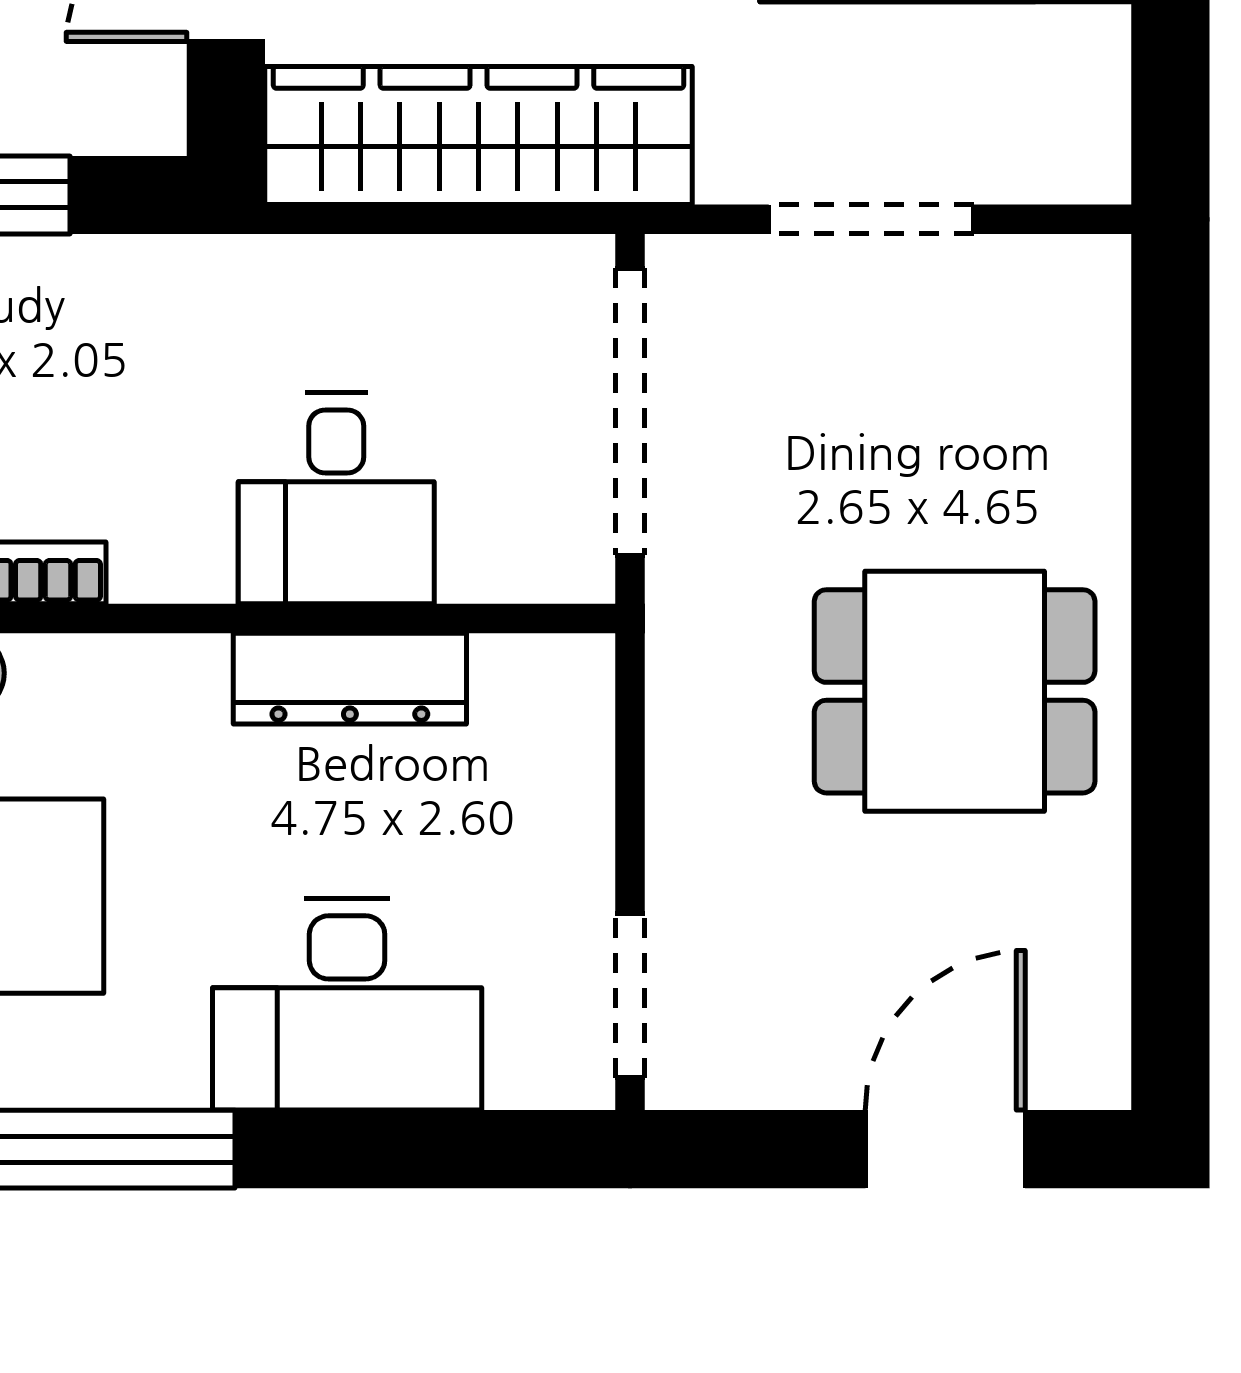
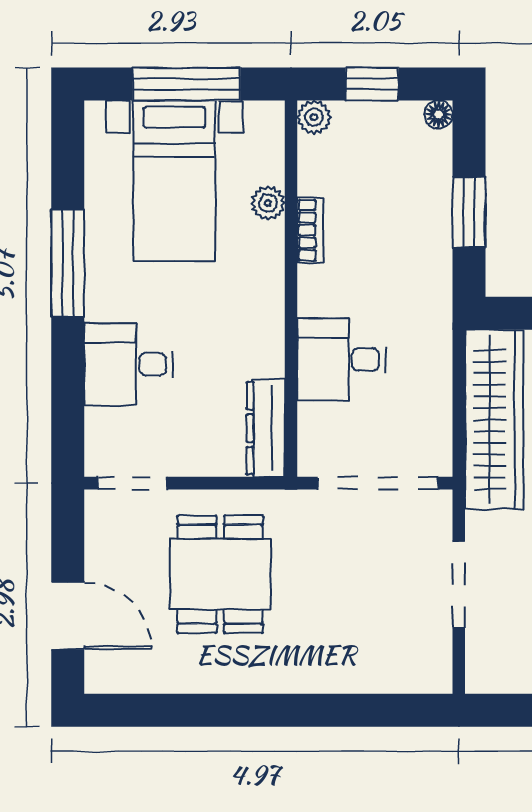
dresser: (350, 679) -> (266, 428), moved
dining table: (955, 691) -> (220, 574), moved
desk: (347, 1004) -> (129, 364), width x0.73

